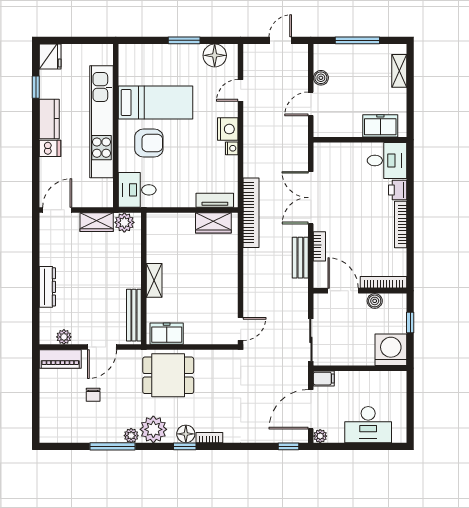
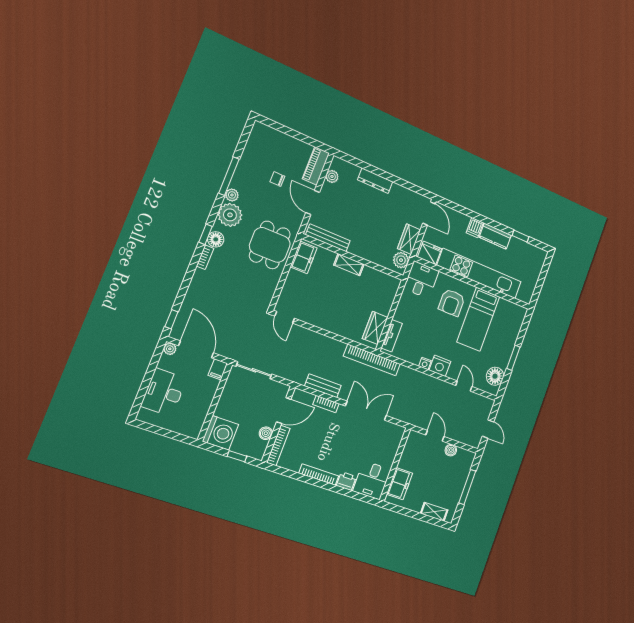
fridge: (50, 56) -> (430, 253), moved, turned 180

